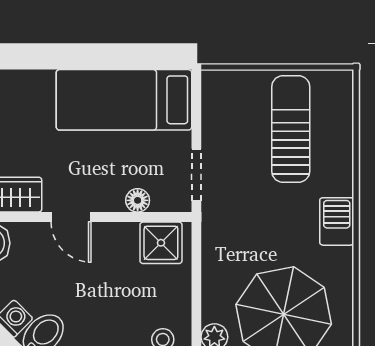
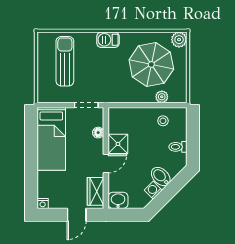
sun lounger: (291, 129) -> (65, 61), turned 90
shower: (161, 243) -> (118, 144), moved

